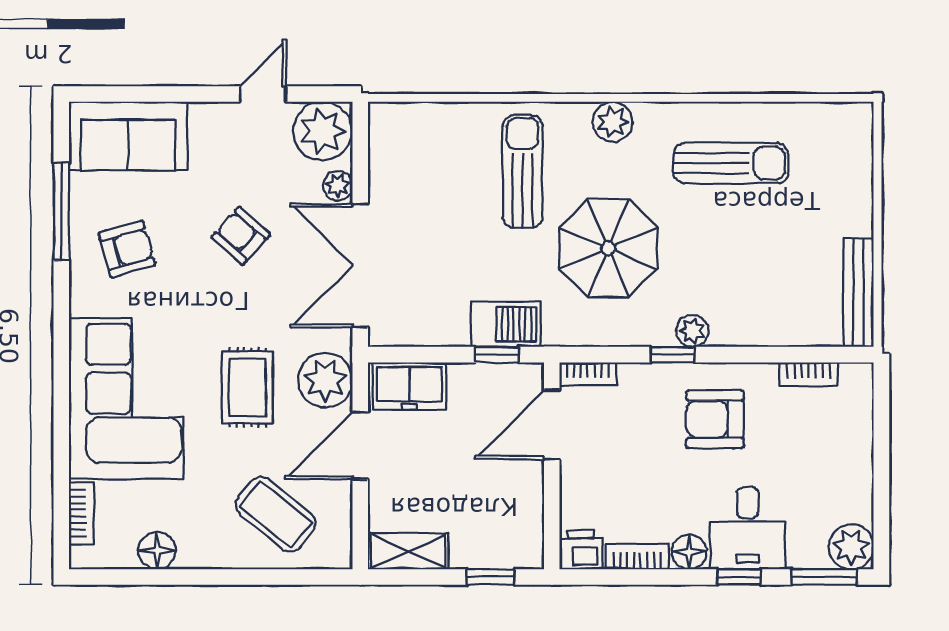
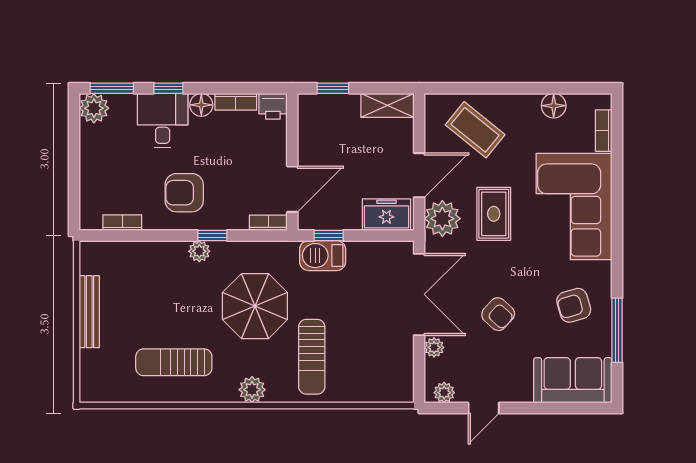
plant: (322, 131) -> (444, 393), width x0.53, depth x0.53
bench: (858, 293) -> (89, 312), moved
armchair: (715, 419) -> (184, 193), turned 180

